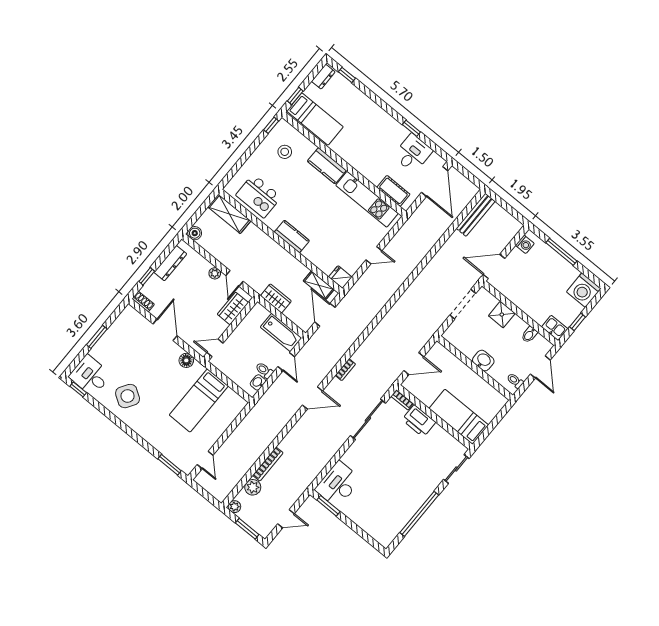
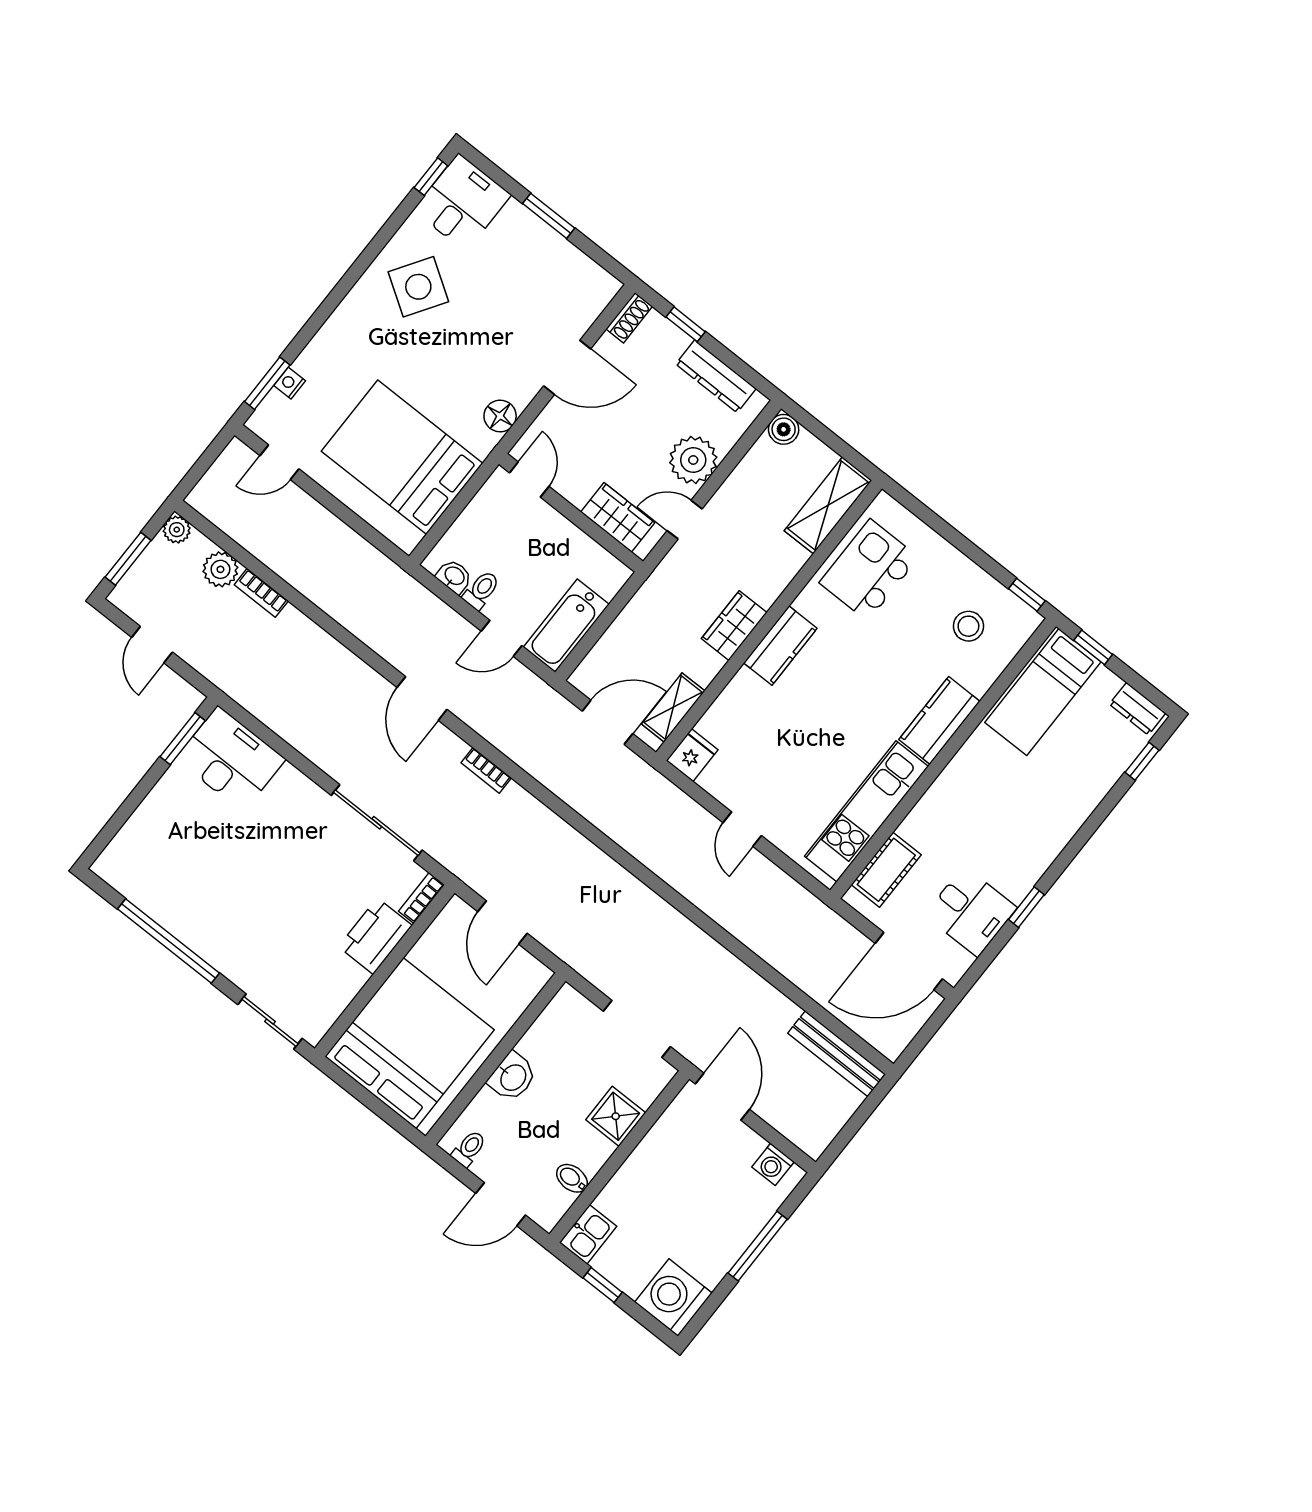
plant: (215, 273) -> (693, 460), width x1.88, depth x1.88
wardrobe: (276, 298) -> (734, 626), moved, turned 180
bed: (199, 400) -> (402, 457), width x1.50
bed: (459, 417) -> (410, 1043), width x2.04
nightstand: (170, 455) -> (290, 383), added
bookcase: (268, 464) -> (261, 593), width x0.64

